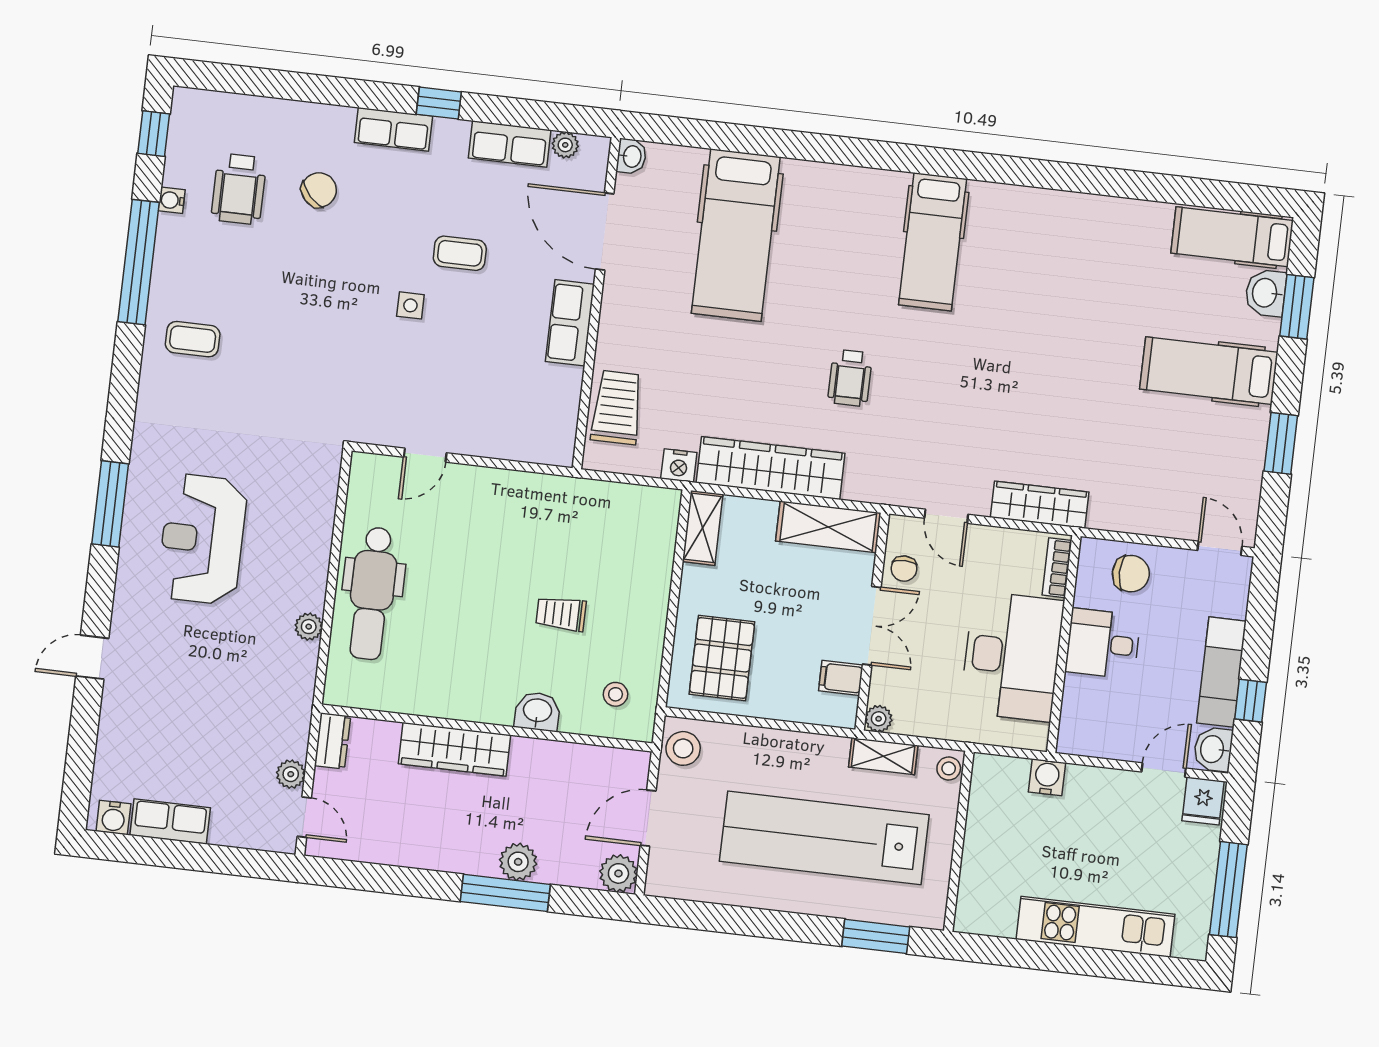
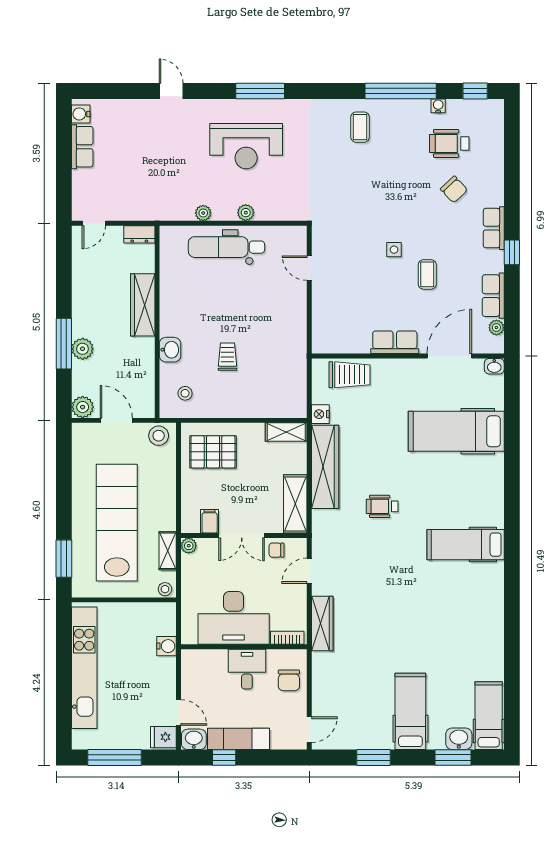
reception desk: (202, 539) -> (246, 146), turned 180
plant: (291, 774) -> (246, 213), moved
kitchen unit: (1095, 927) -> (84, 668), width x1.36

